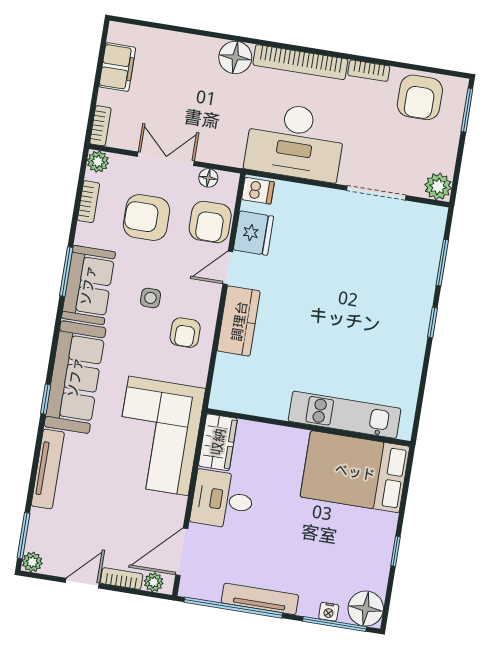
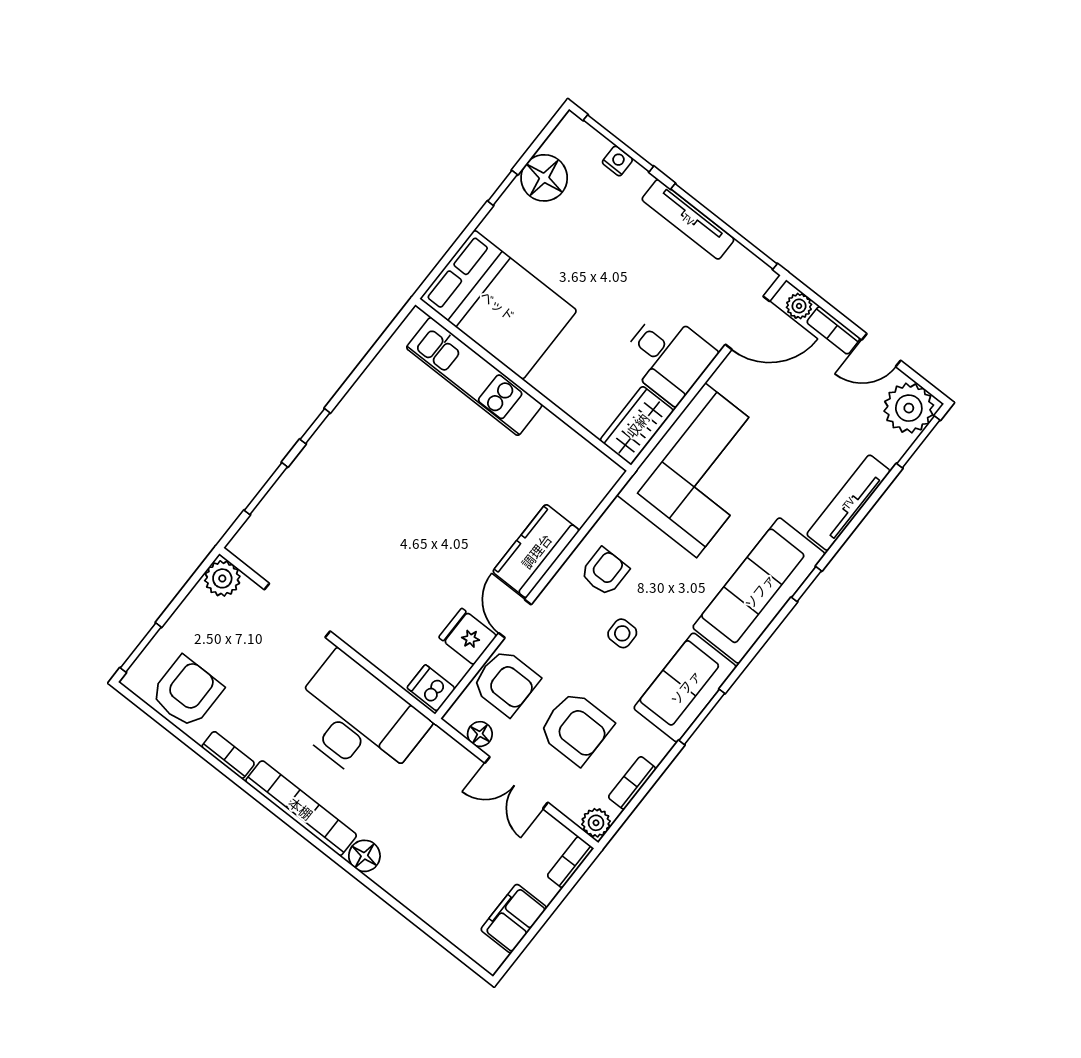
floor lamp: (235, 57) -> (364, 856), width x0.73, depth x0.73
armchair: (210, 222) -> (506, 682), turned 90
fridge: (253, 233) -> (468, 637), width x0.72
door: (228, 268) -> (515, 619), swing flipped
plant: (32, 562) -> (909, 408), width x1.88, depth x1.88
floor lamp: (366, 609) -> (544, 178), moved

